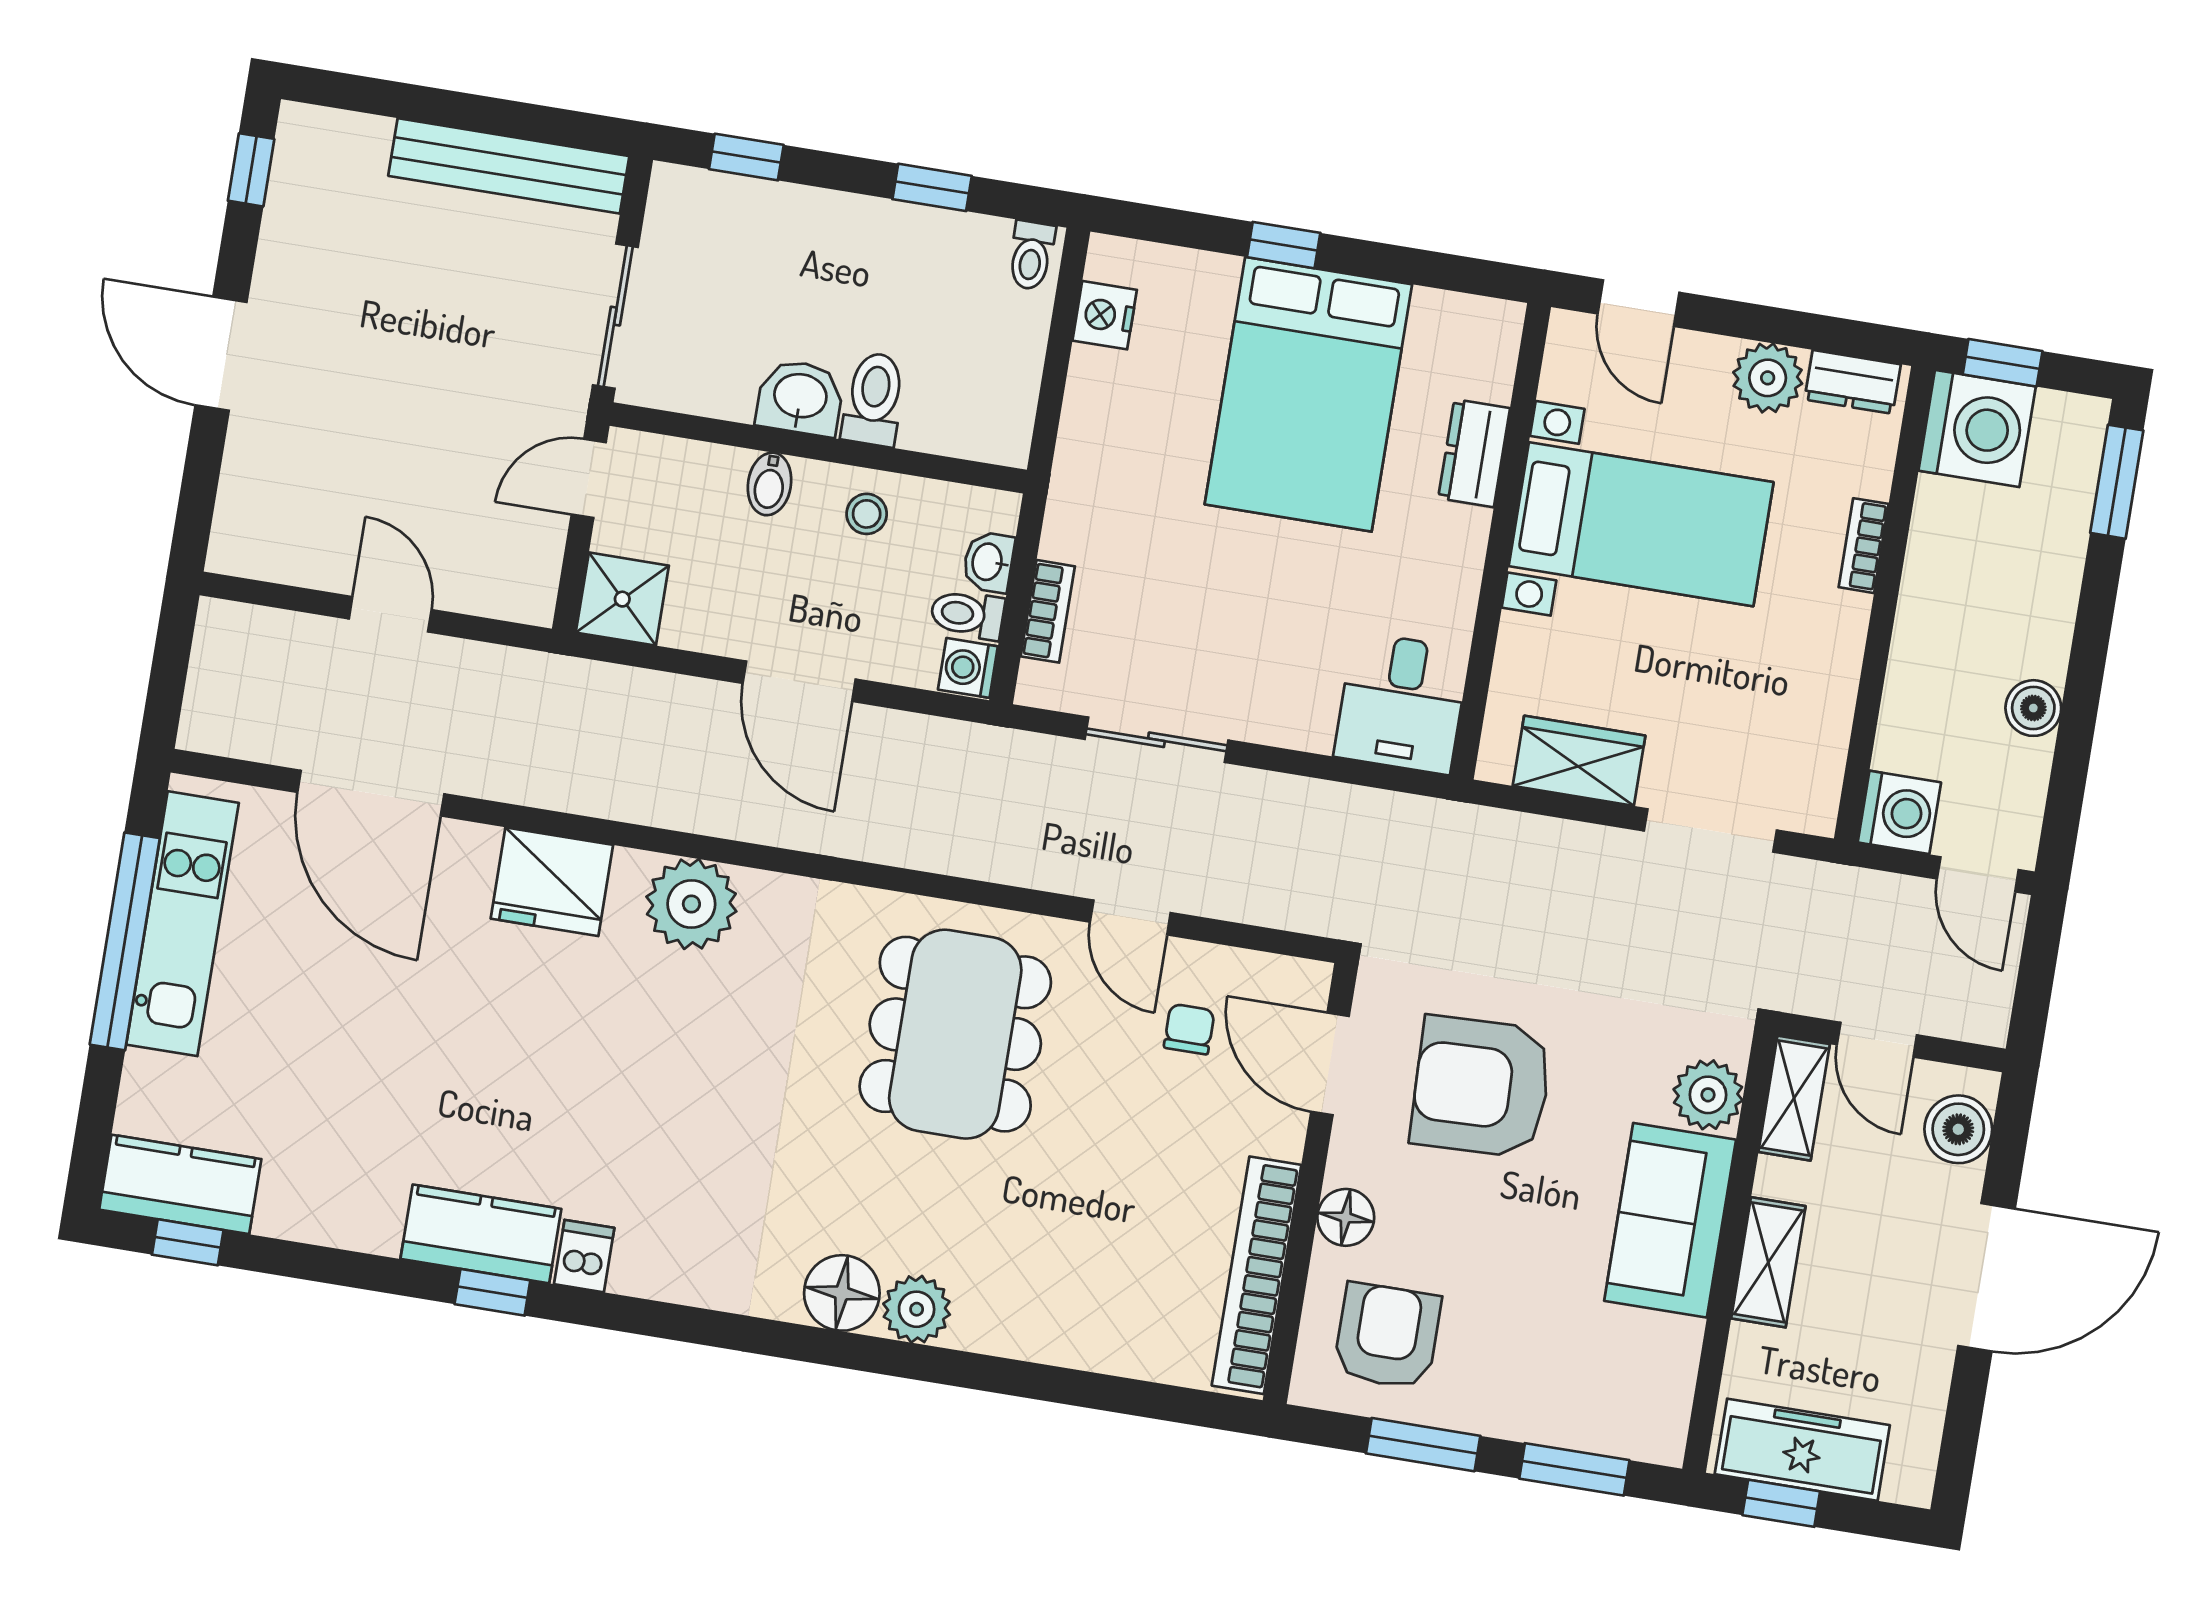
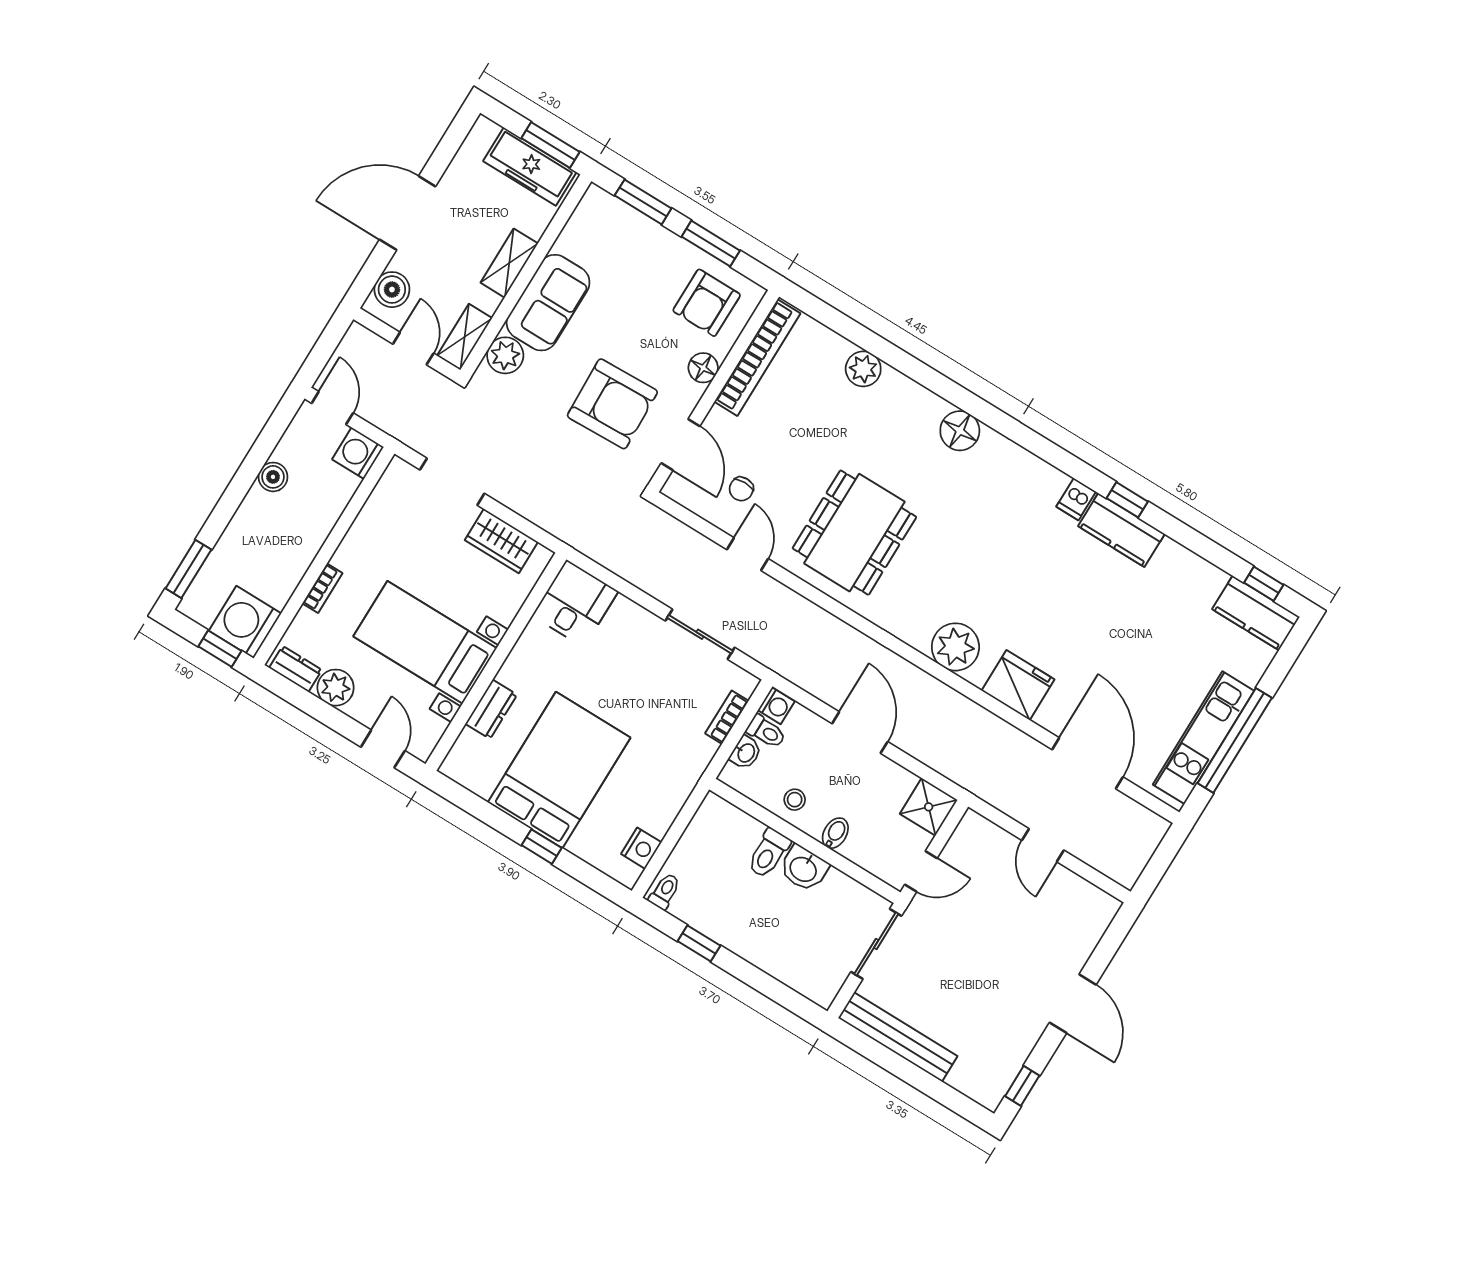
window: (746, 157) -> (782, 995), removed
plant: (917, 1309) -> (863, 369), moved
window: (1781, 1503) -> (551, 145), width x1.50

